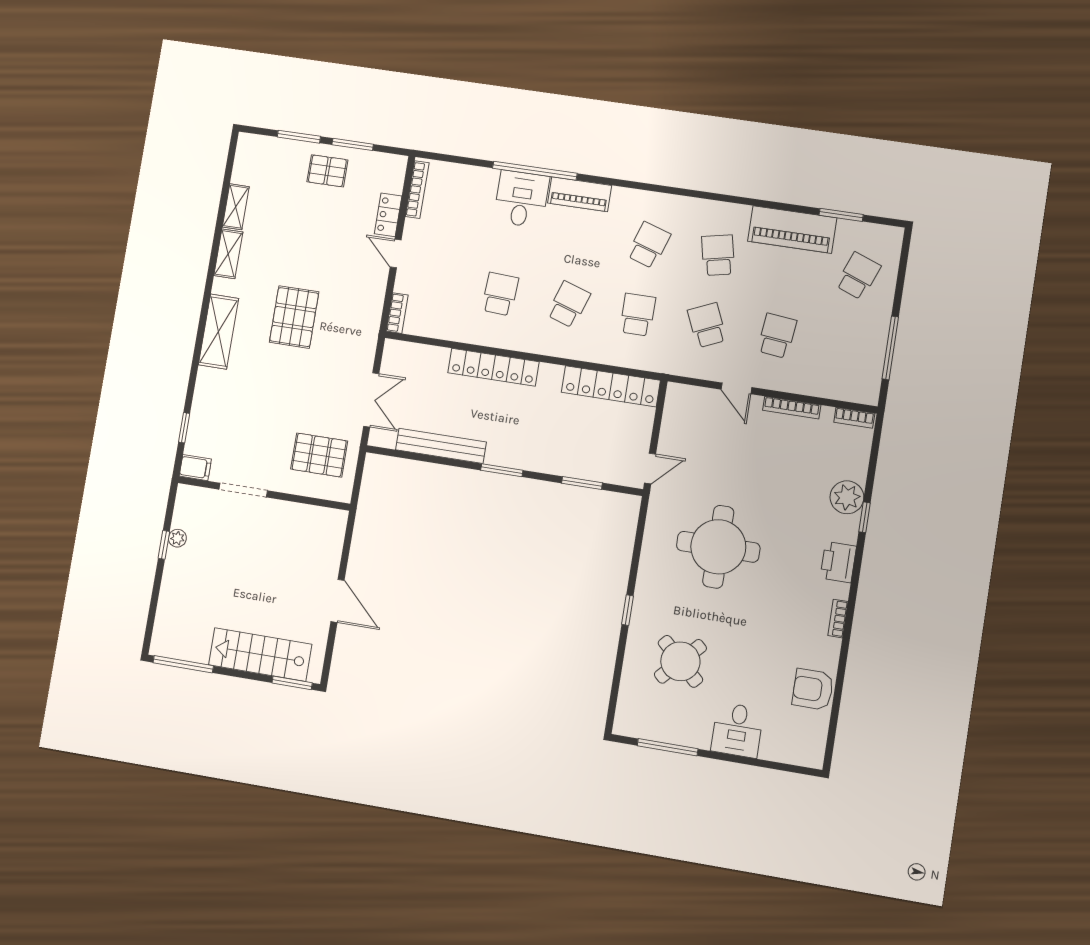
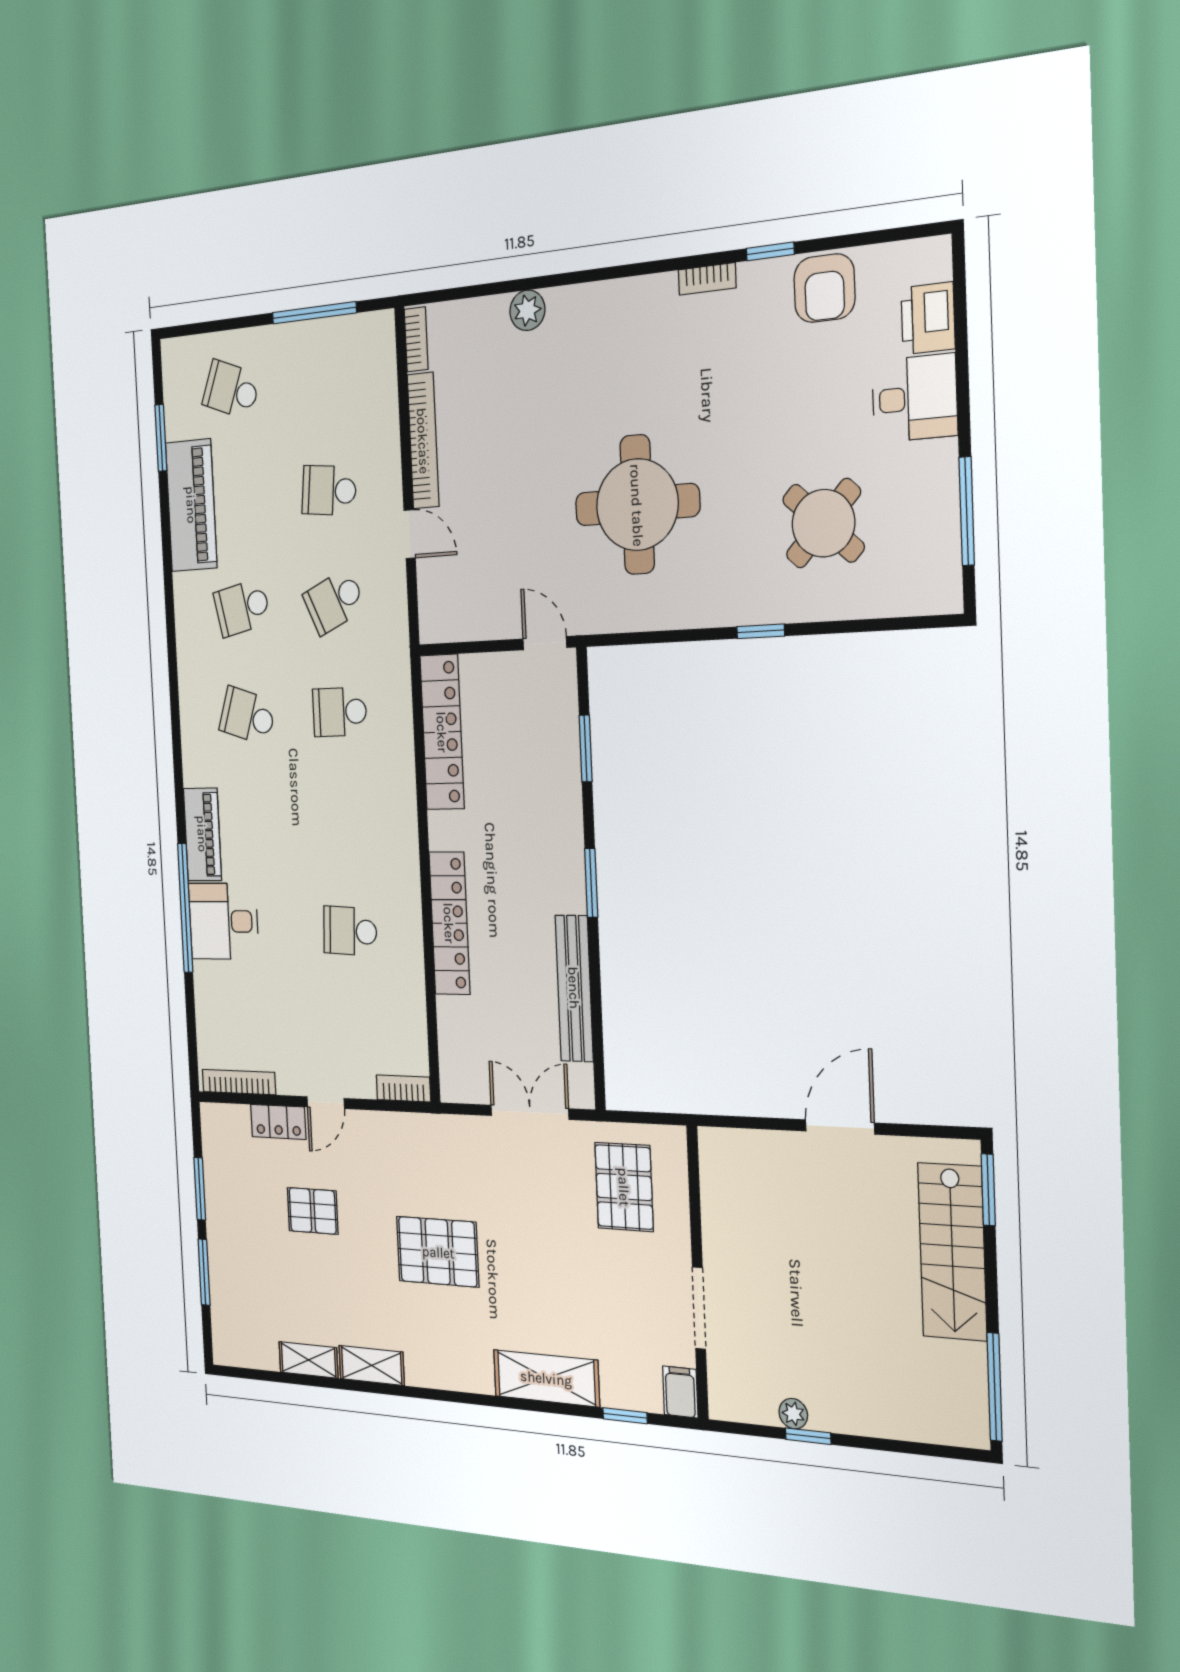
pallet: (327, 171) -> (313, 1211), moved, turned 90
school desk: (569, 304) -> (345, 822), removed
shelving: (219, 332) -> (546, 1378), moved
door: (736, 388) -> (410, 534), hinge flipped
bookcase: (792, 408) -> (423, 441), width x1.48, depth x1.31
plant: (847, 497) -> (527, 310), width x0.73, depth x0.73
window: (865, 517) -> (770, 251), moved
printer: (838, 562) -> (928, 318), moved, turned 90

